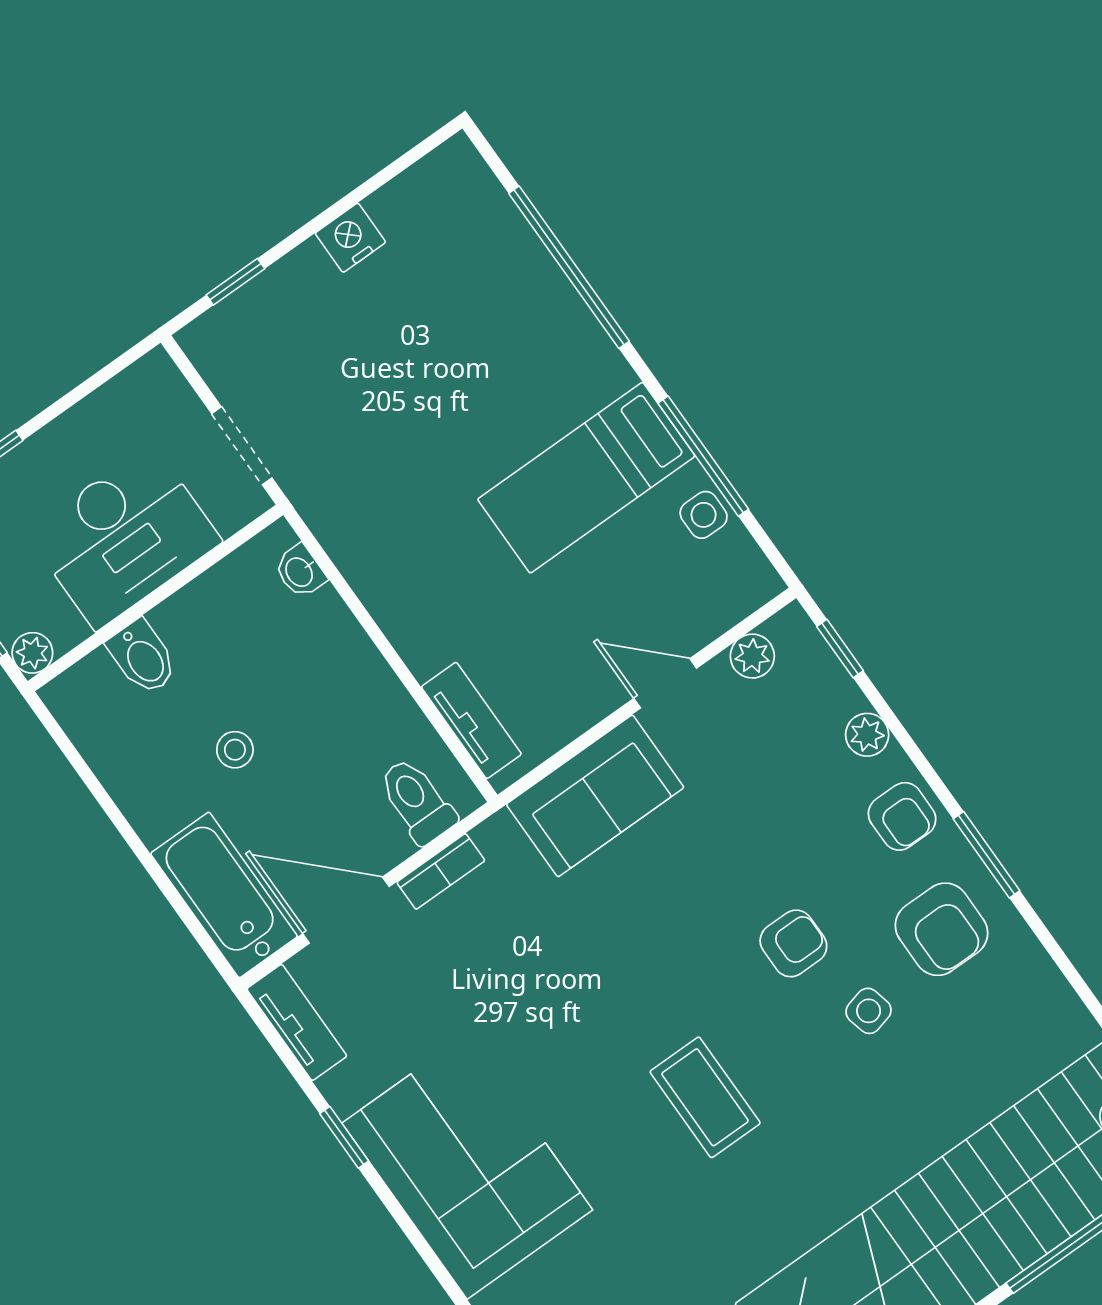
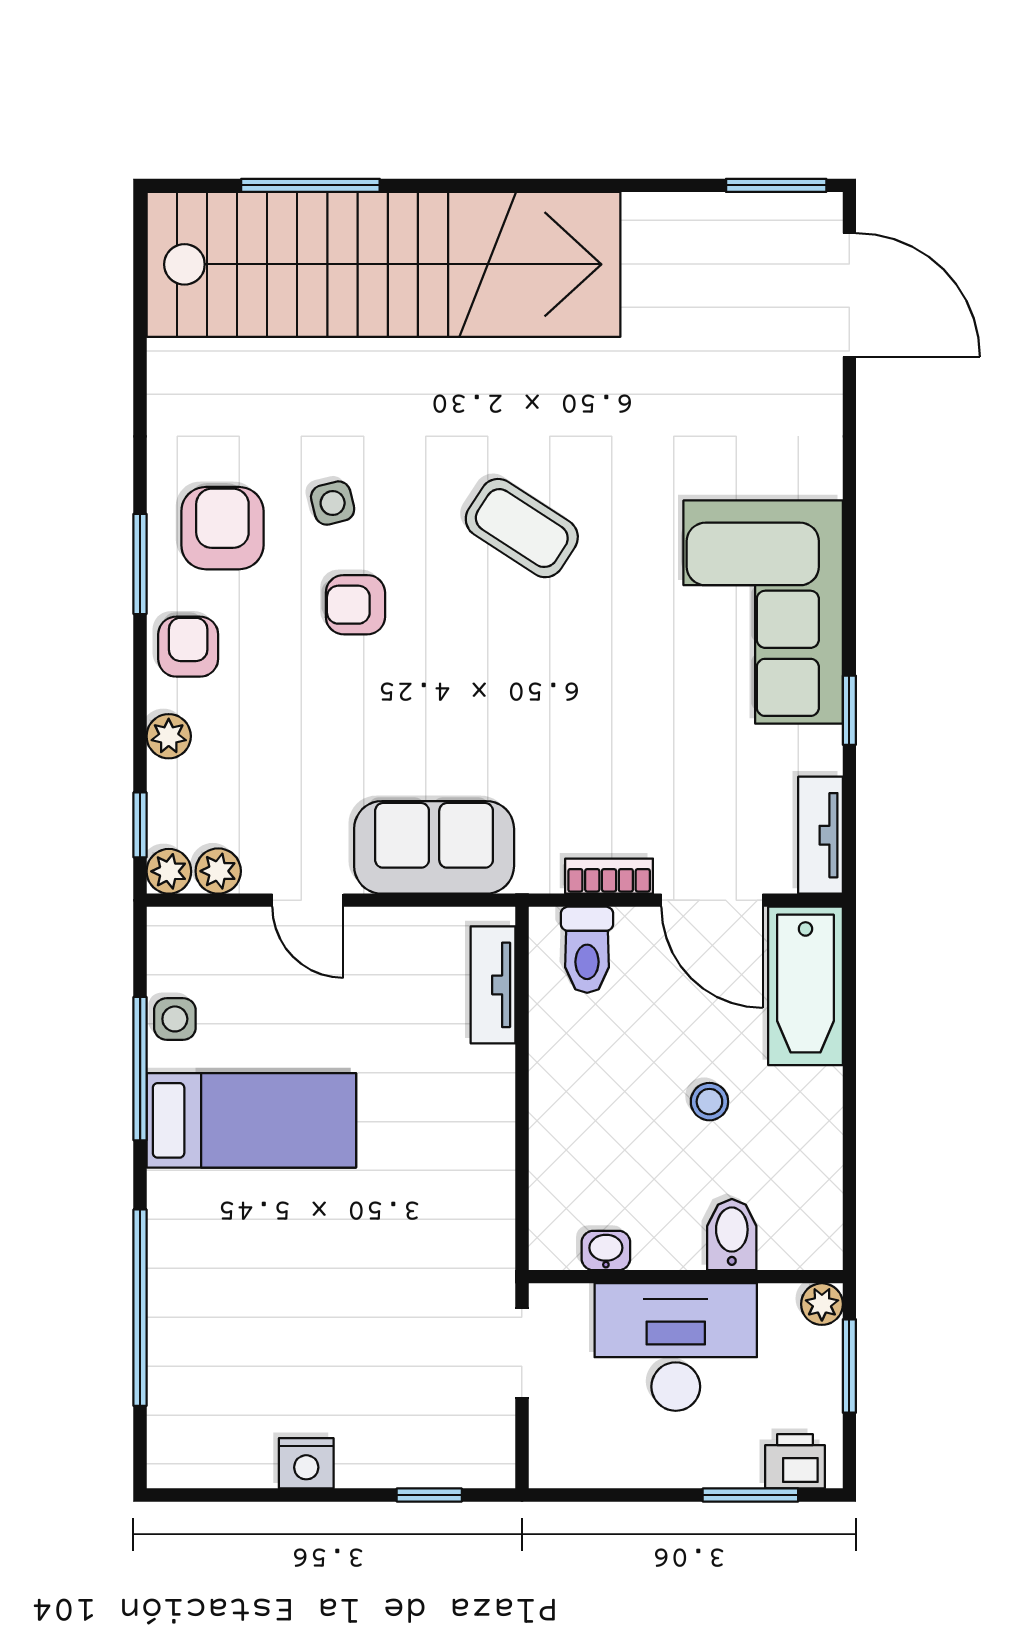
washbasin: (300, 571) -> (606, 1250), moved, turned -90
plant: (791, 628) -> (169, 871), added
coffee table: (705, 1097) -> (522, 528), turned -57

